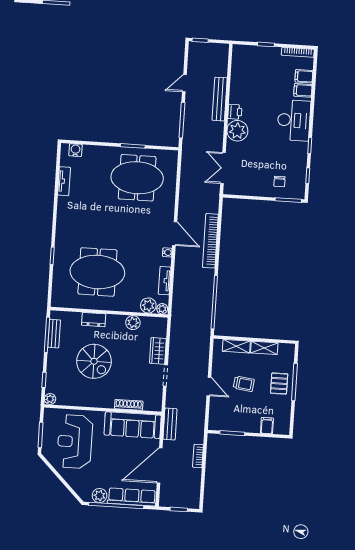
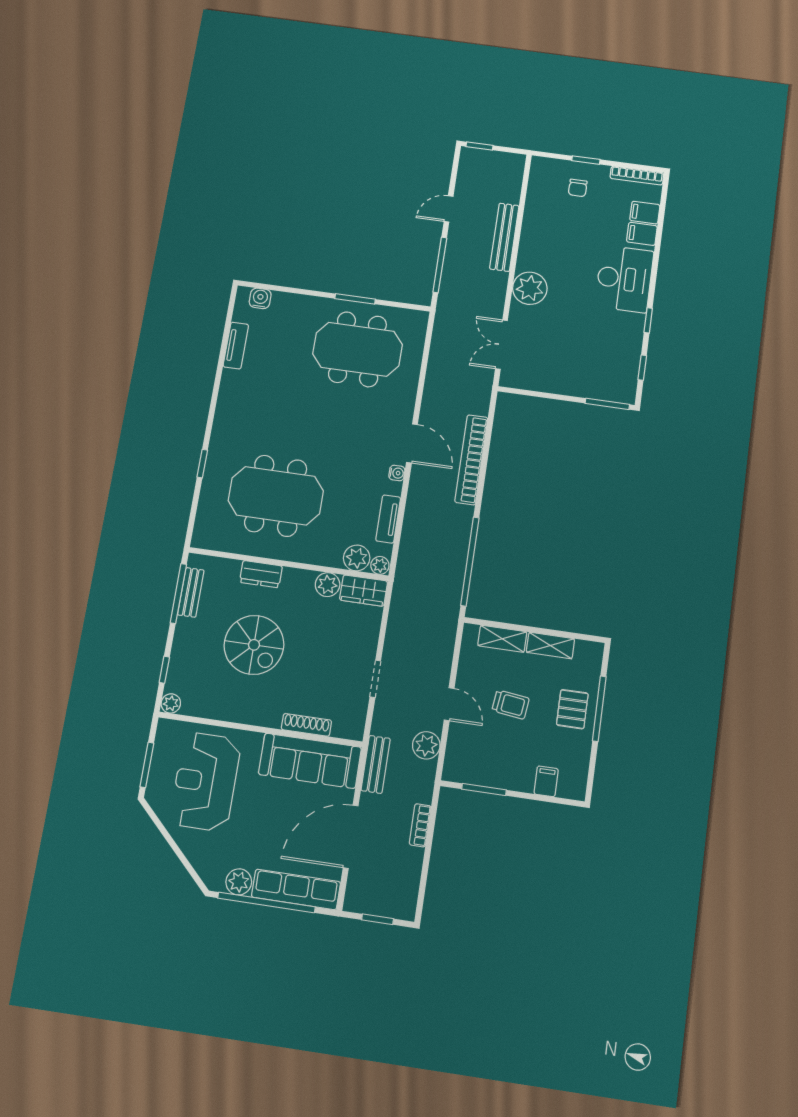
printer: (235, 112) -> (528, 259), removed
chair: (279, 182) -> (578, 188), moved
wardrobe: (158, 351) -> (364, 591), moved, turned -90
plant: (198, 411) -> (426, 745), added

